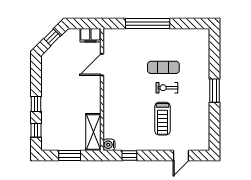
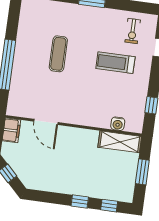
exercise bike: (167, 88) -> (133, 31), moved
treadmill: (163, 119) -> (115, 63), turned 180
water cooler: (109, 145) -> (118, 124), moved

